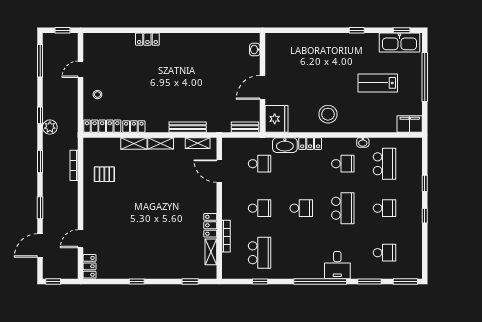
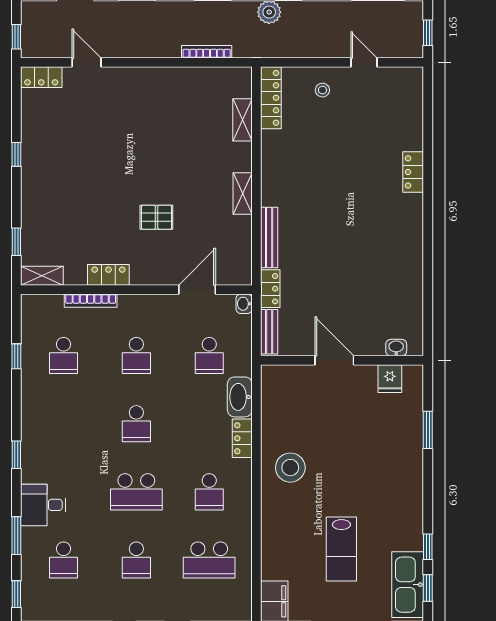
window: (305, 30) -> (428, 430), added
window: (357, 30) -> (428, 547), moved
lab bench: (378, 83) -> (341, 549), turned 180
fridge: (277, 119) -> (390, 379), moved, width x0.53, depth x0.75
locker: (134, 126) -> (270, 289), moved
washbasin: (363, 142) -> (244, 304), moved
shelving: (134, 143) -> (242, 120), moved
shelving: (198, 143) -> (243, 254), removed
pallet: (104, 174) -> (156, 217), moved, turned 90
shelving: (211, 252) -> (42, 276), moved
school desk: (260, 253) -> (63, 356), width x0.54
desk: (337, 265) -> (43, 505), moved
window: (53, 281) -> (16, 37), moved
window: (320, 281) -> (16, 455), width x0.32
window: (405, 281) -> (16, 594), width x0.67

